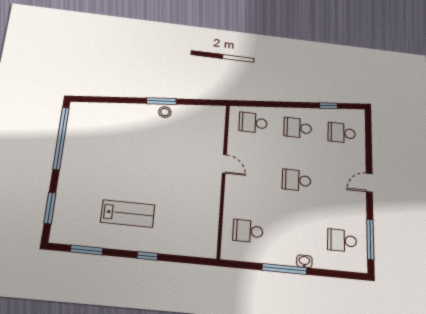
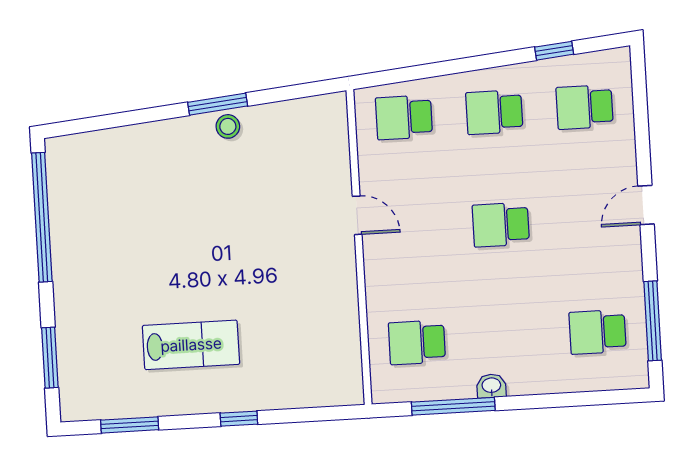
washbasin: (304, 261) -> (491, 386), moved
window: (284, 269) -> (453, 406), moved

